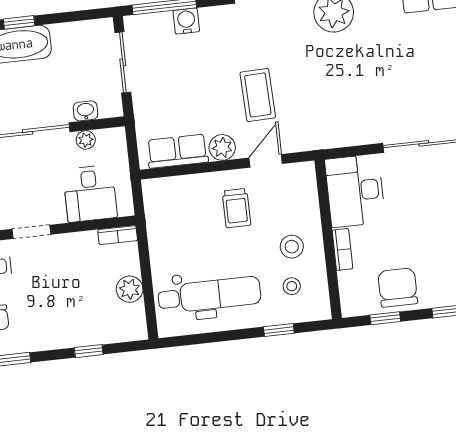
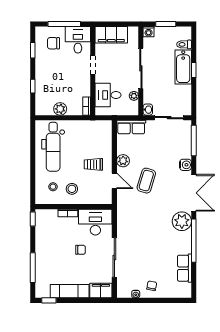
water cooler: (186, 21) -> (186, 165), moved
coffee table: (258, 95) -> (146, 181), turned -71
washbasin: (85, 111) -> (148, 110), moved
row of seats: (177, 151) -> (131, 127), moved, turned 90
chair: (398, 288) -> (81, 250), moved, width x0.54, depth x0.54
window: (385, 318) -> (33, 219), moved
window: (279, 330) -> (33, 178), removed

